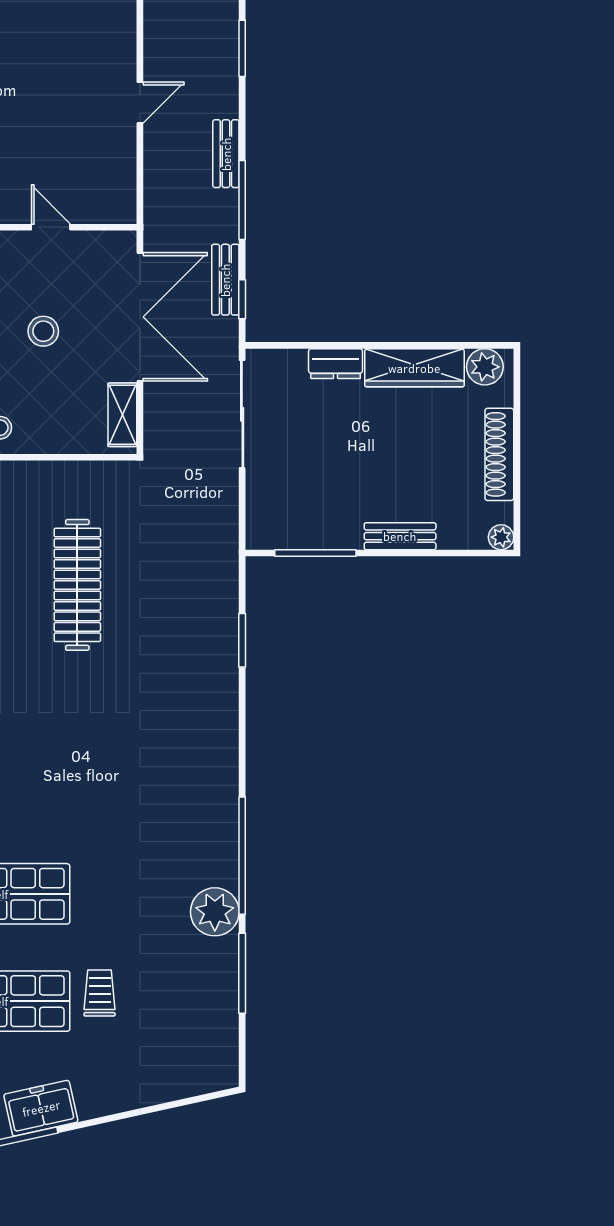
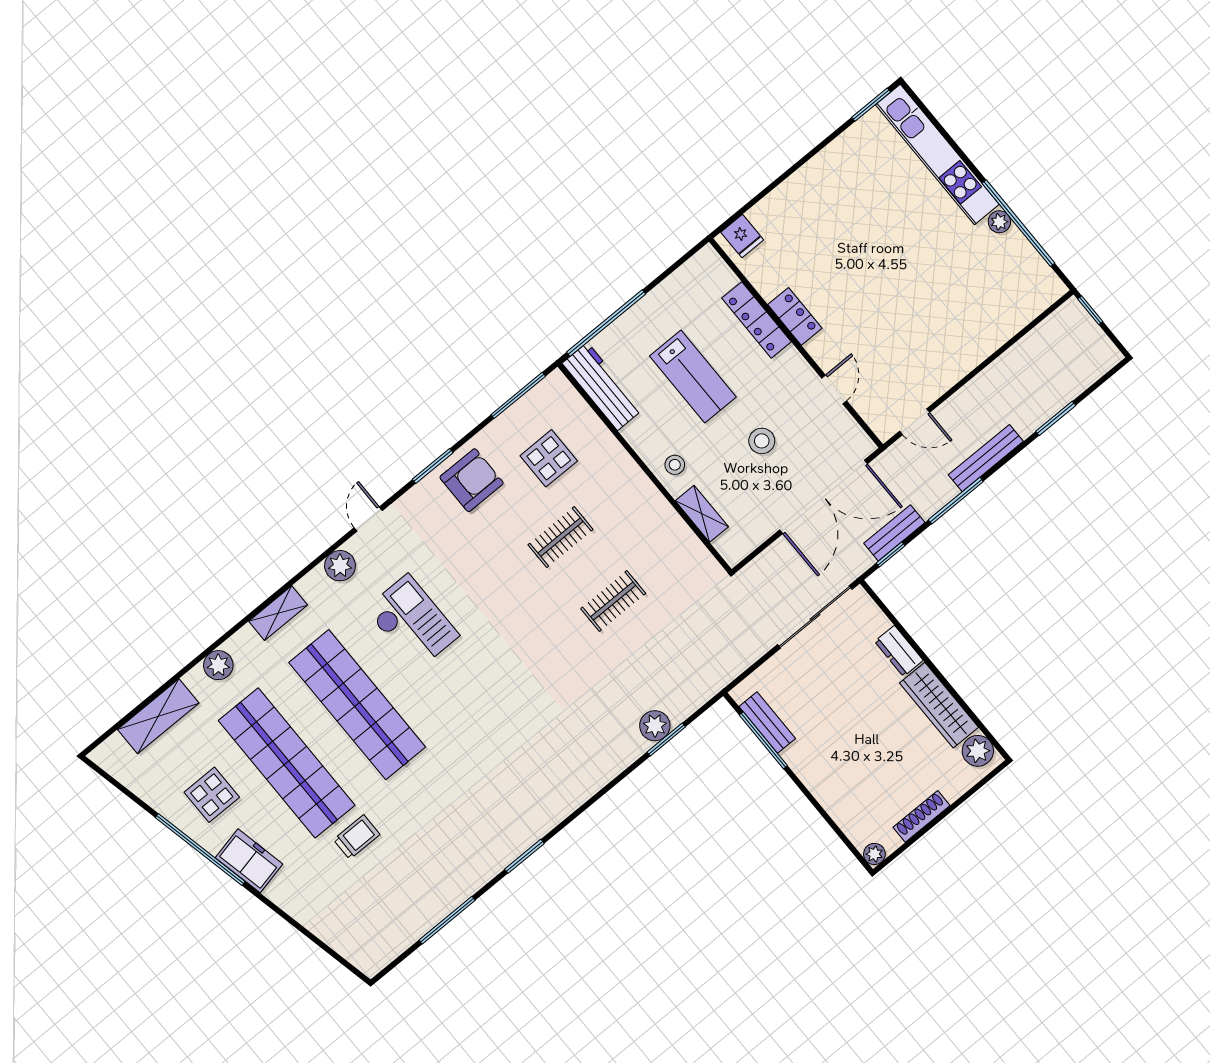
door: (140, 103) -> (915, 422), moved
bench: (226, 154) -> (986, 458), width x1.36
shelving: (122, 415) -> (702, 514), moved, turned 90
shoe rack: (499, 454) -> (921, 816), width x0.74, depth x0.81
bench: (400, 536) -> (767, 722), moved
clothes rail: (77, 585) -> (613, 601), width x0.54, depth x0.76
window: (242, 856) -> (524, 856), width x0.47
plant: (215, 912) -> (655, 726), moved, width x0.73, depth x0.73

